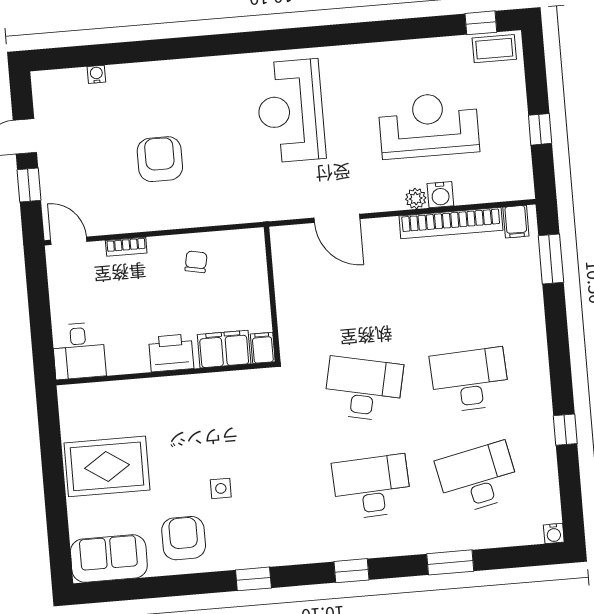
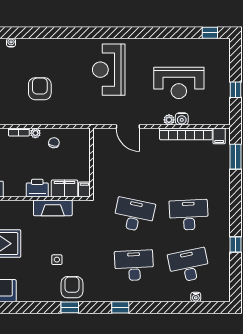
coffee table: (494, 49) -> (216, 47), removed
reception desk: (429, 125) -> (179, 83), turned 180
plant: (158, 246) -> (35, 133), added
fireplace: (204, 389) -> (53, 208), added
water cooler: (554, 534) -> (196, 297), moved
armchair: (184, 538) -> (72, 287), moved
window: (450, 562) -> (171, 307), removed

